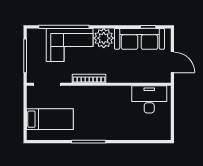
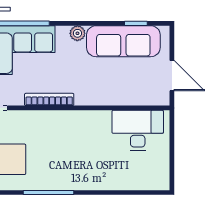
plant: (104, 38) -> (77, 33), width x0.53, depth x0.53

